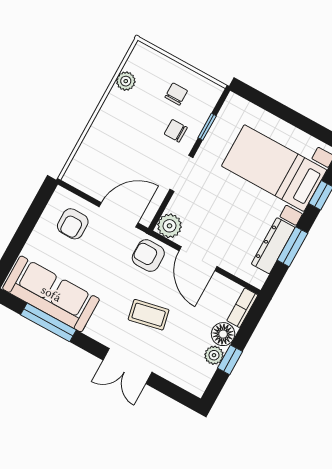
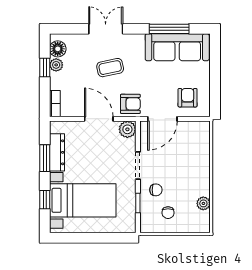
floor lamp: (223, 334) -> (58, 49), moved

